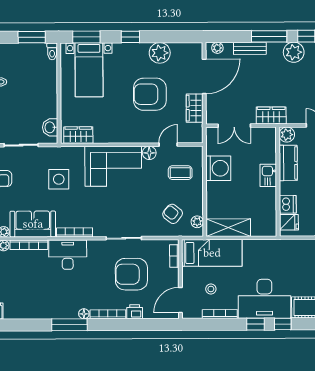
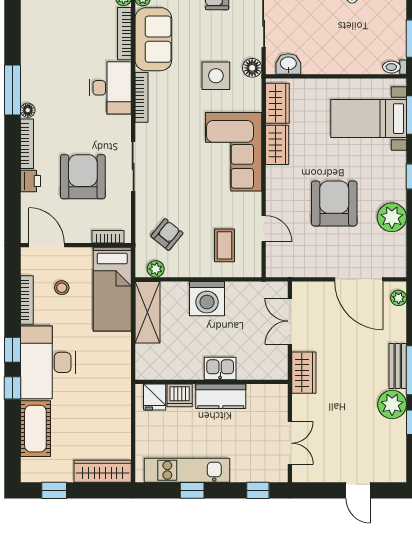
bench: (250, 48) -> (398, 366), moved
wardrobe: (195, 108) -> (277, 145), moved, turned 90
plant: (287, 135) -> (277, 394), removed
floor lamp: (149, 153) -> (252, 68), moved
kitchen counter: (288, 163) -> (221, 396), moved
washing machine: (218, 168) -> (207, 299), moved

